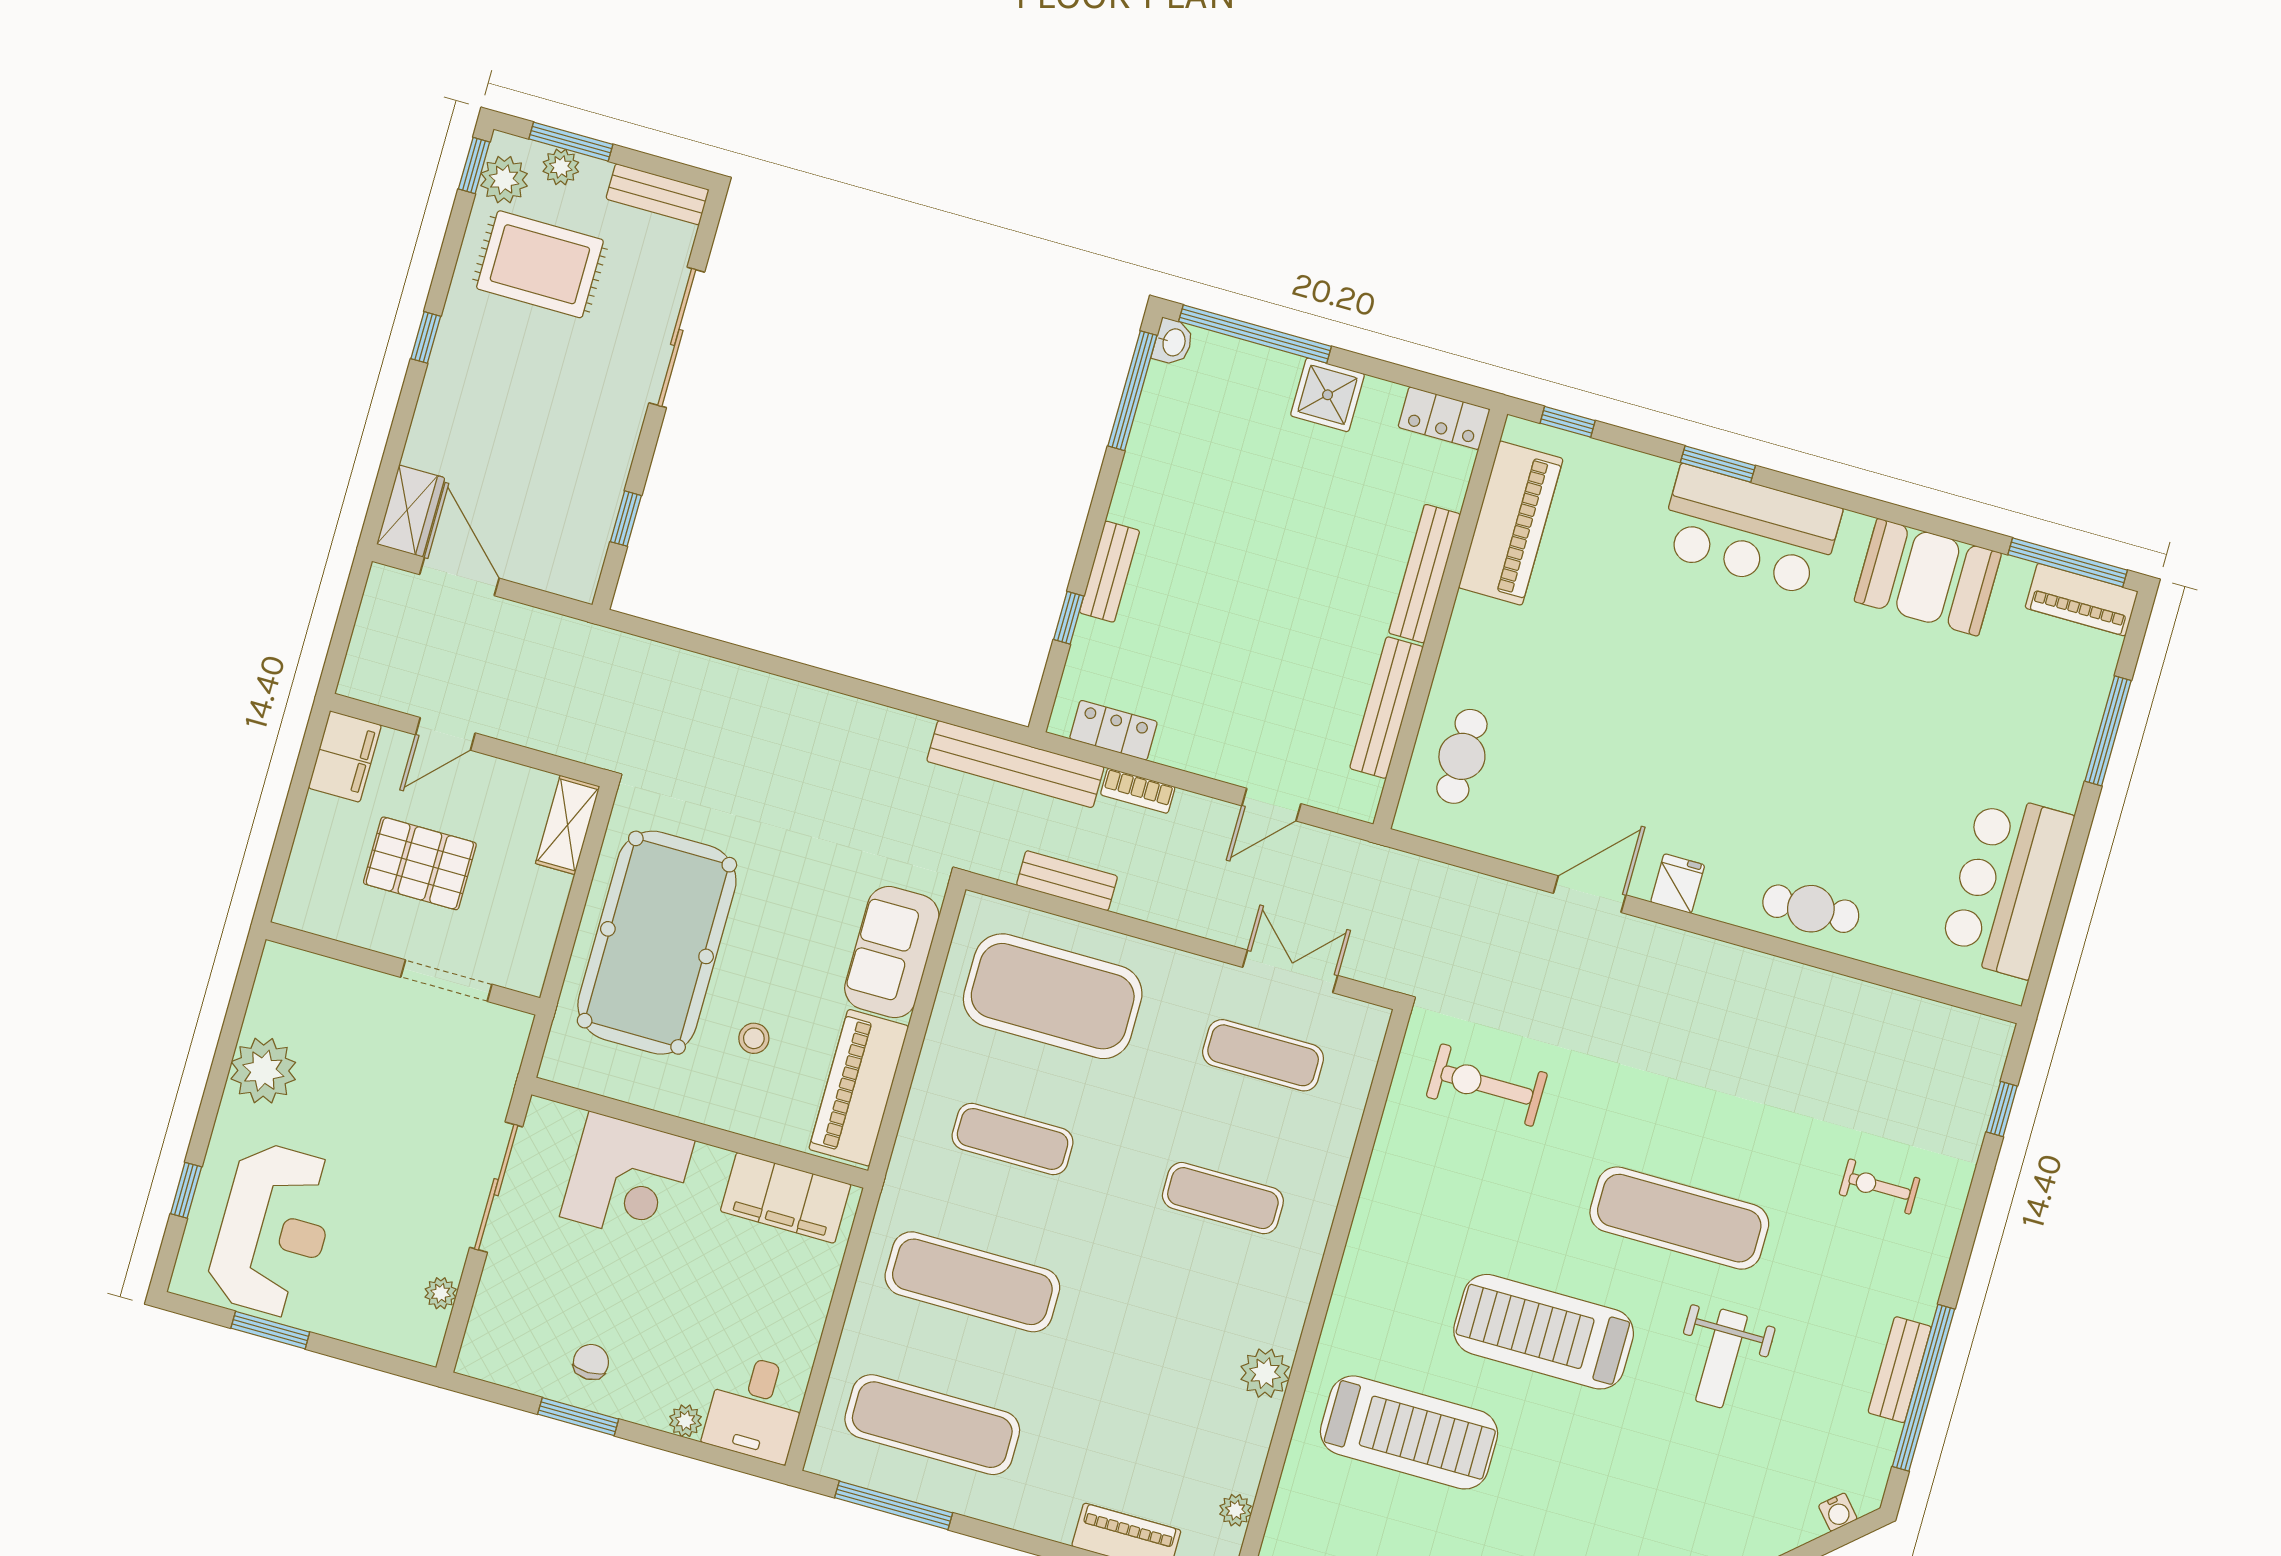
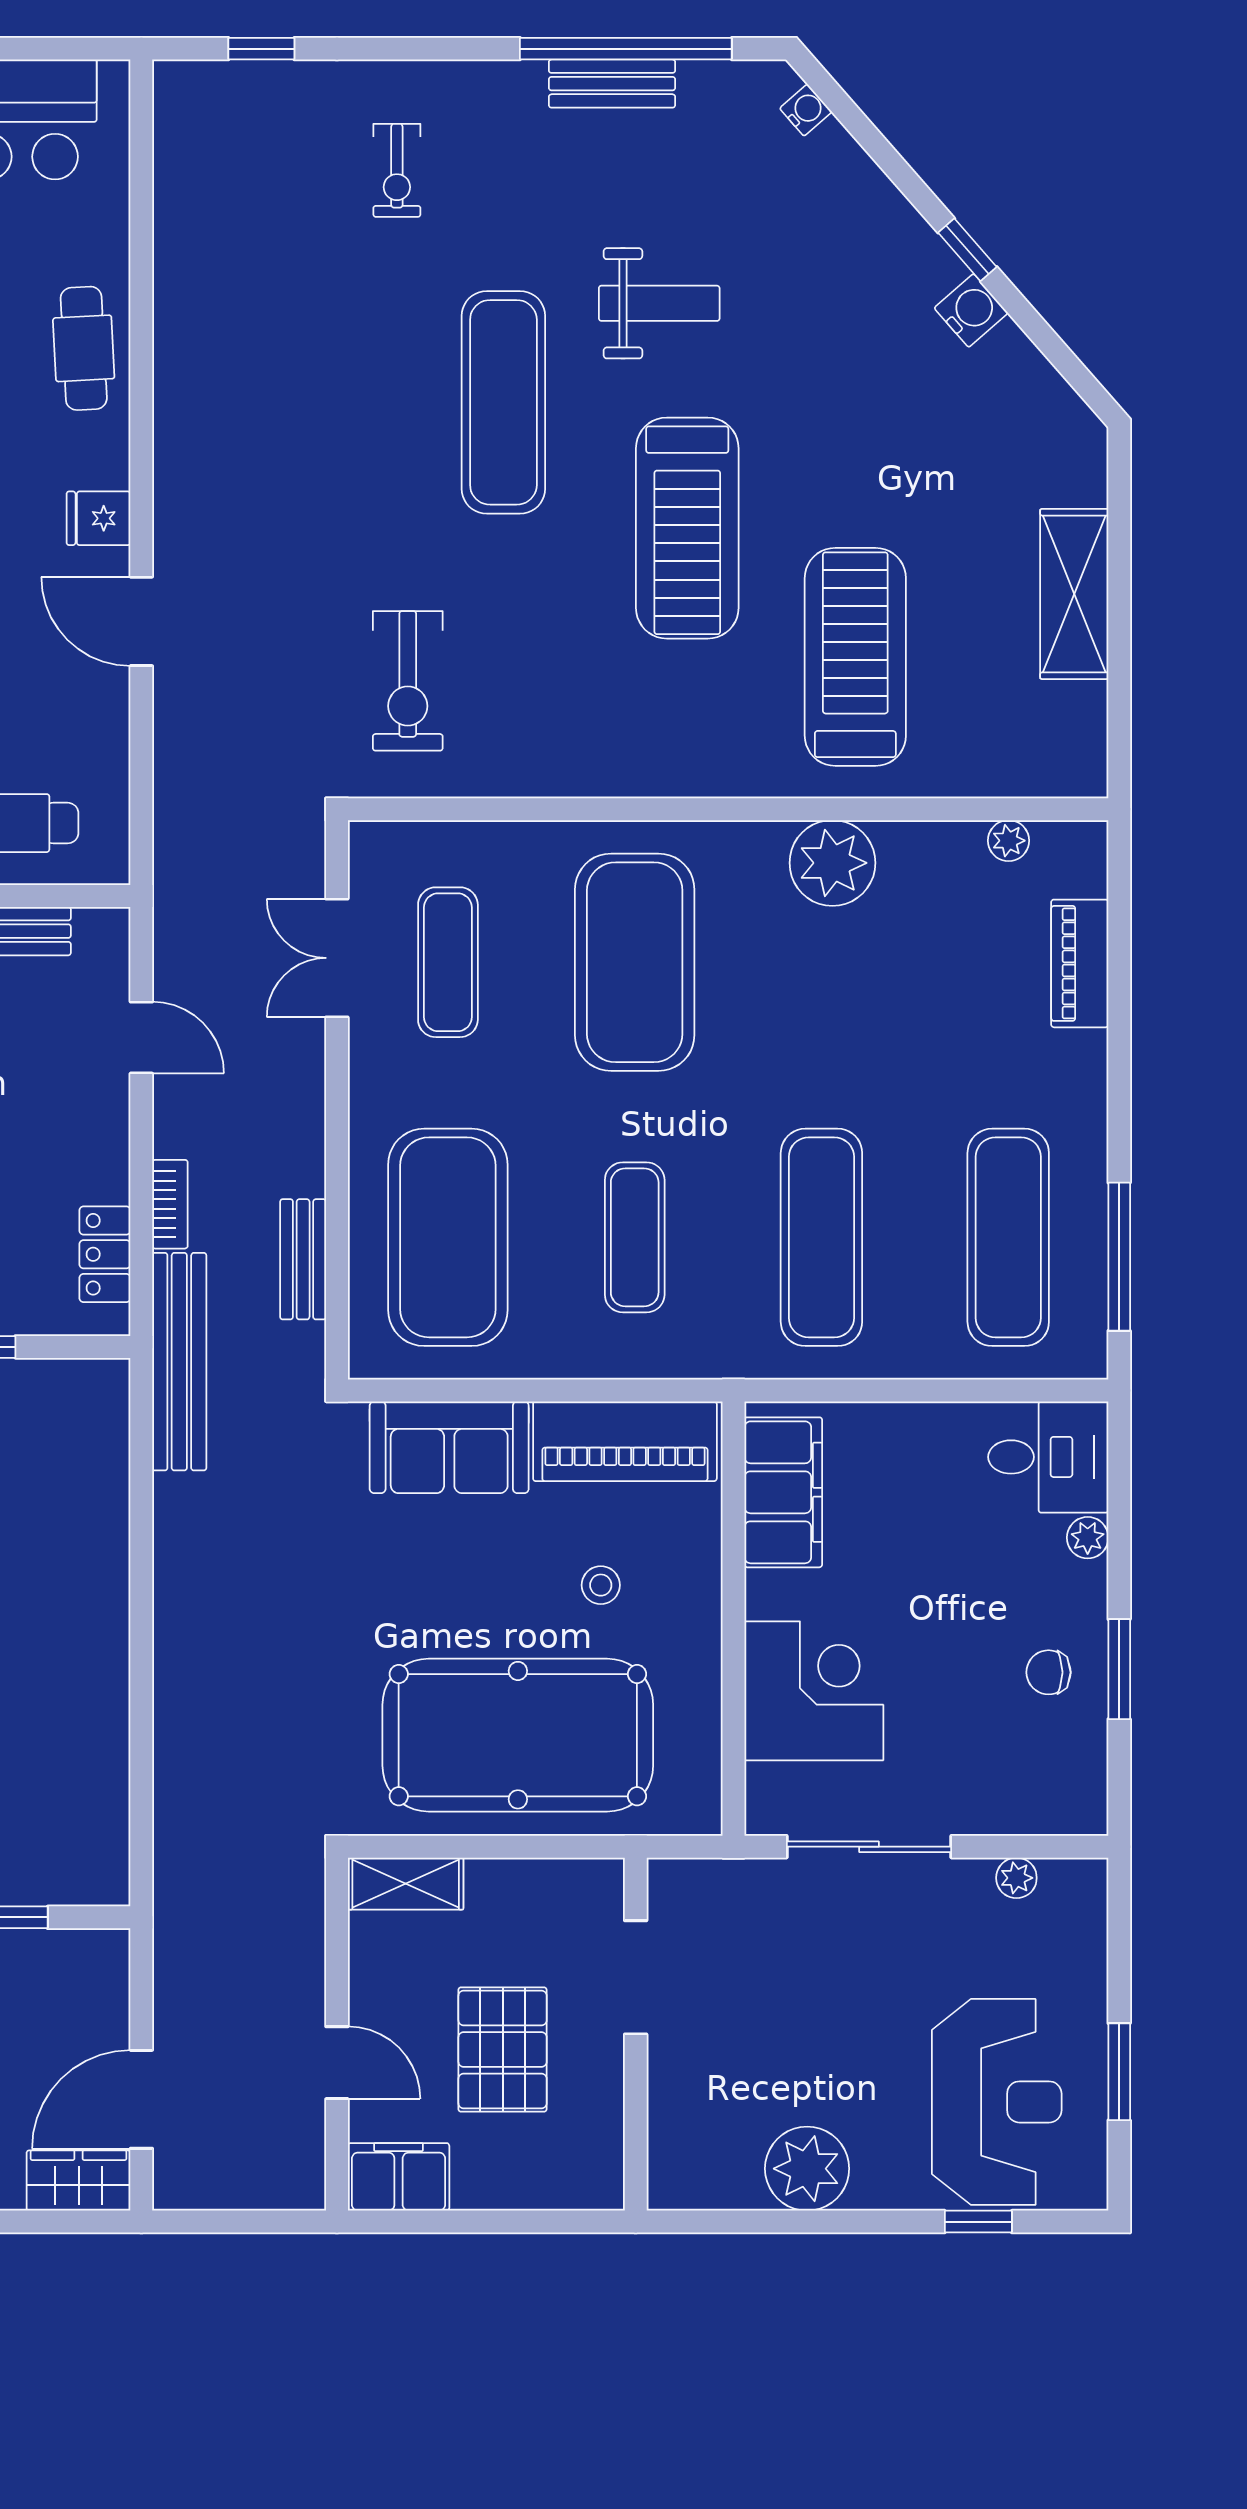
exercise mat: (1223, 1198) -> (635, 962), width x2.00, depth x1.45
reception desk: (274, 1230) -> (997, 2102), turned 90
plant: (1265, 1373) -> (832, 863), width x1.36, depth x1.36

